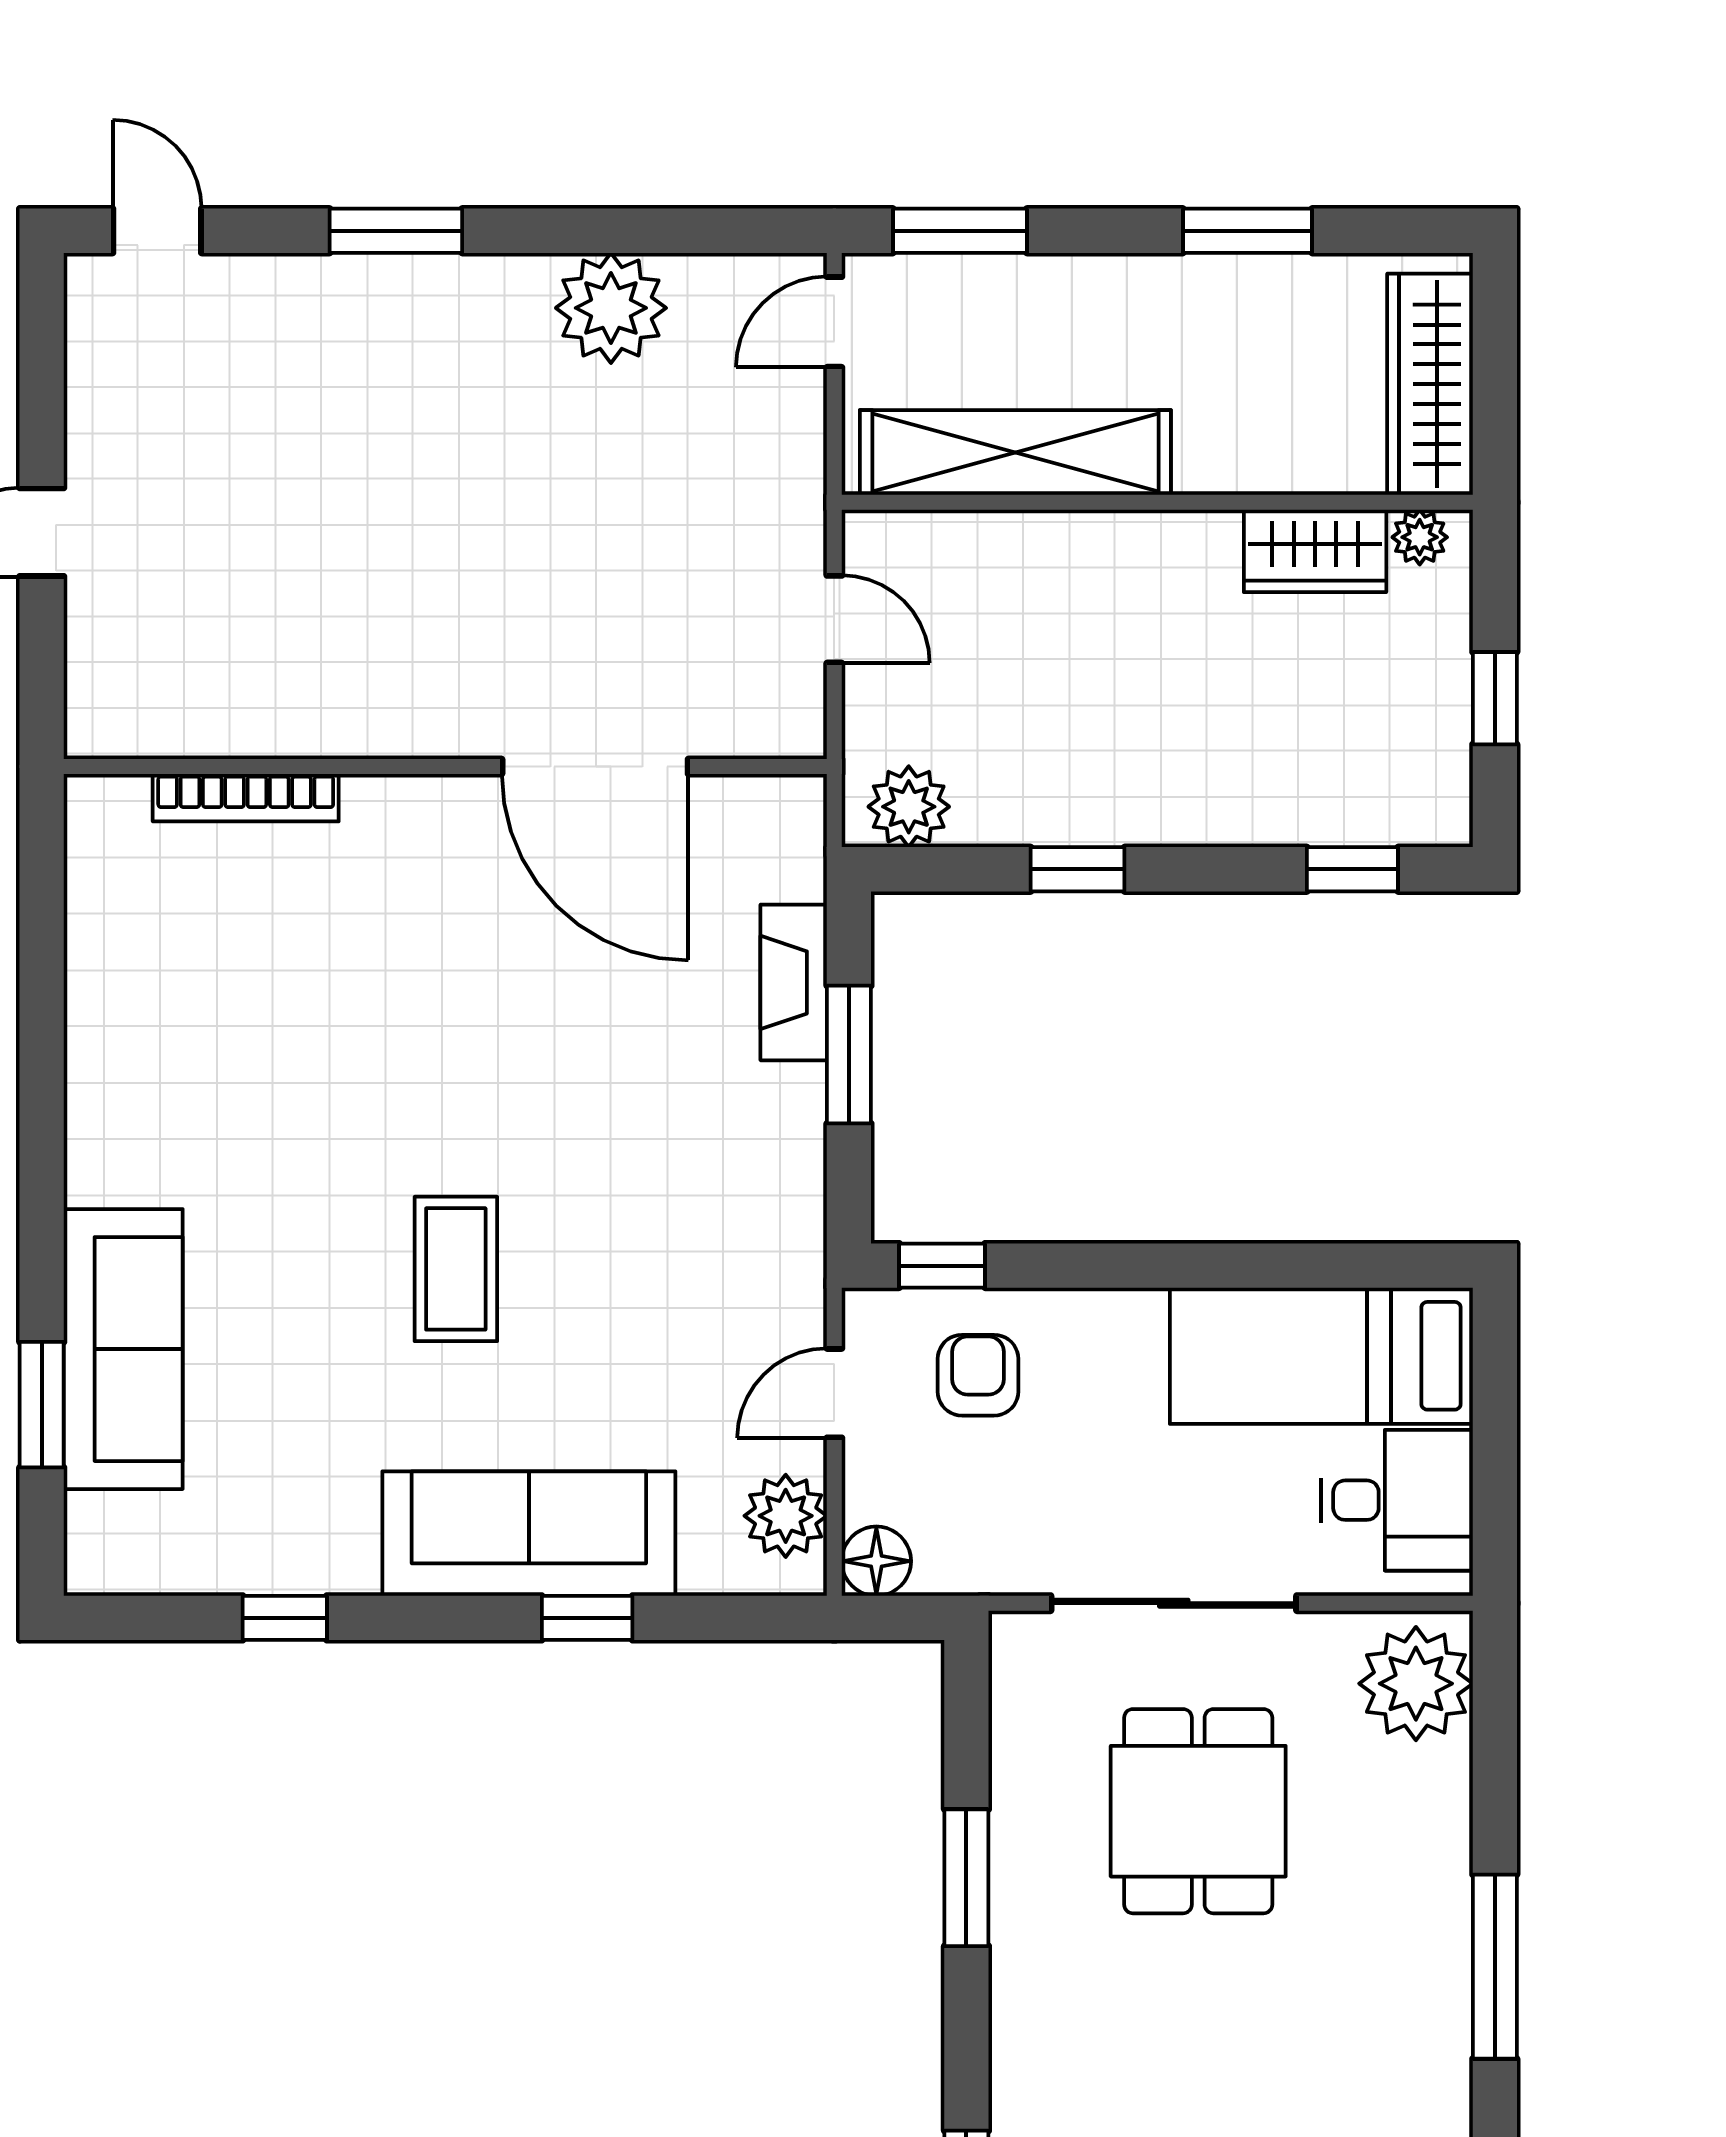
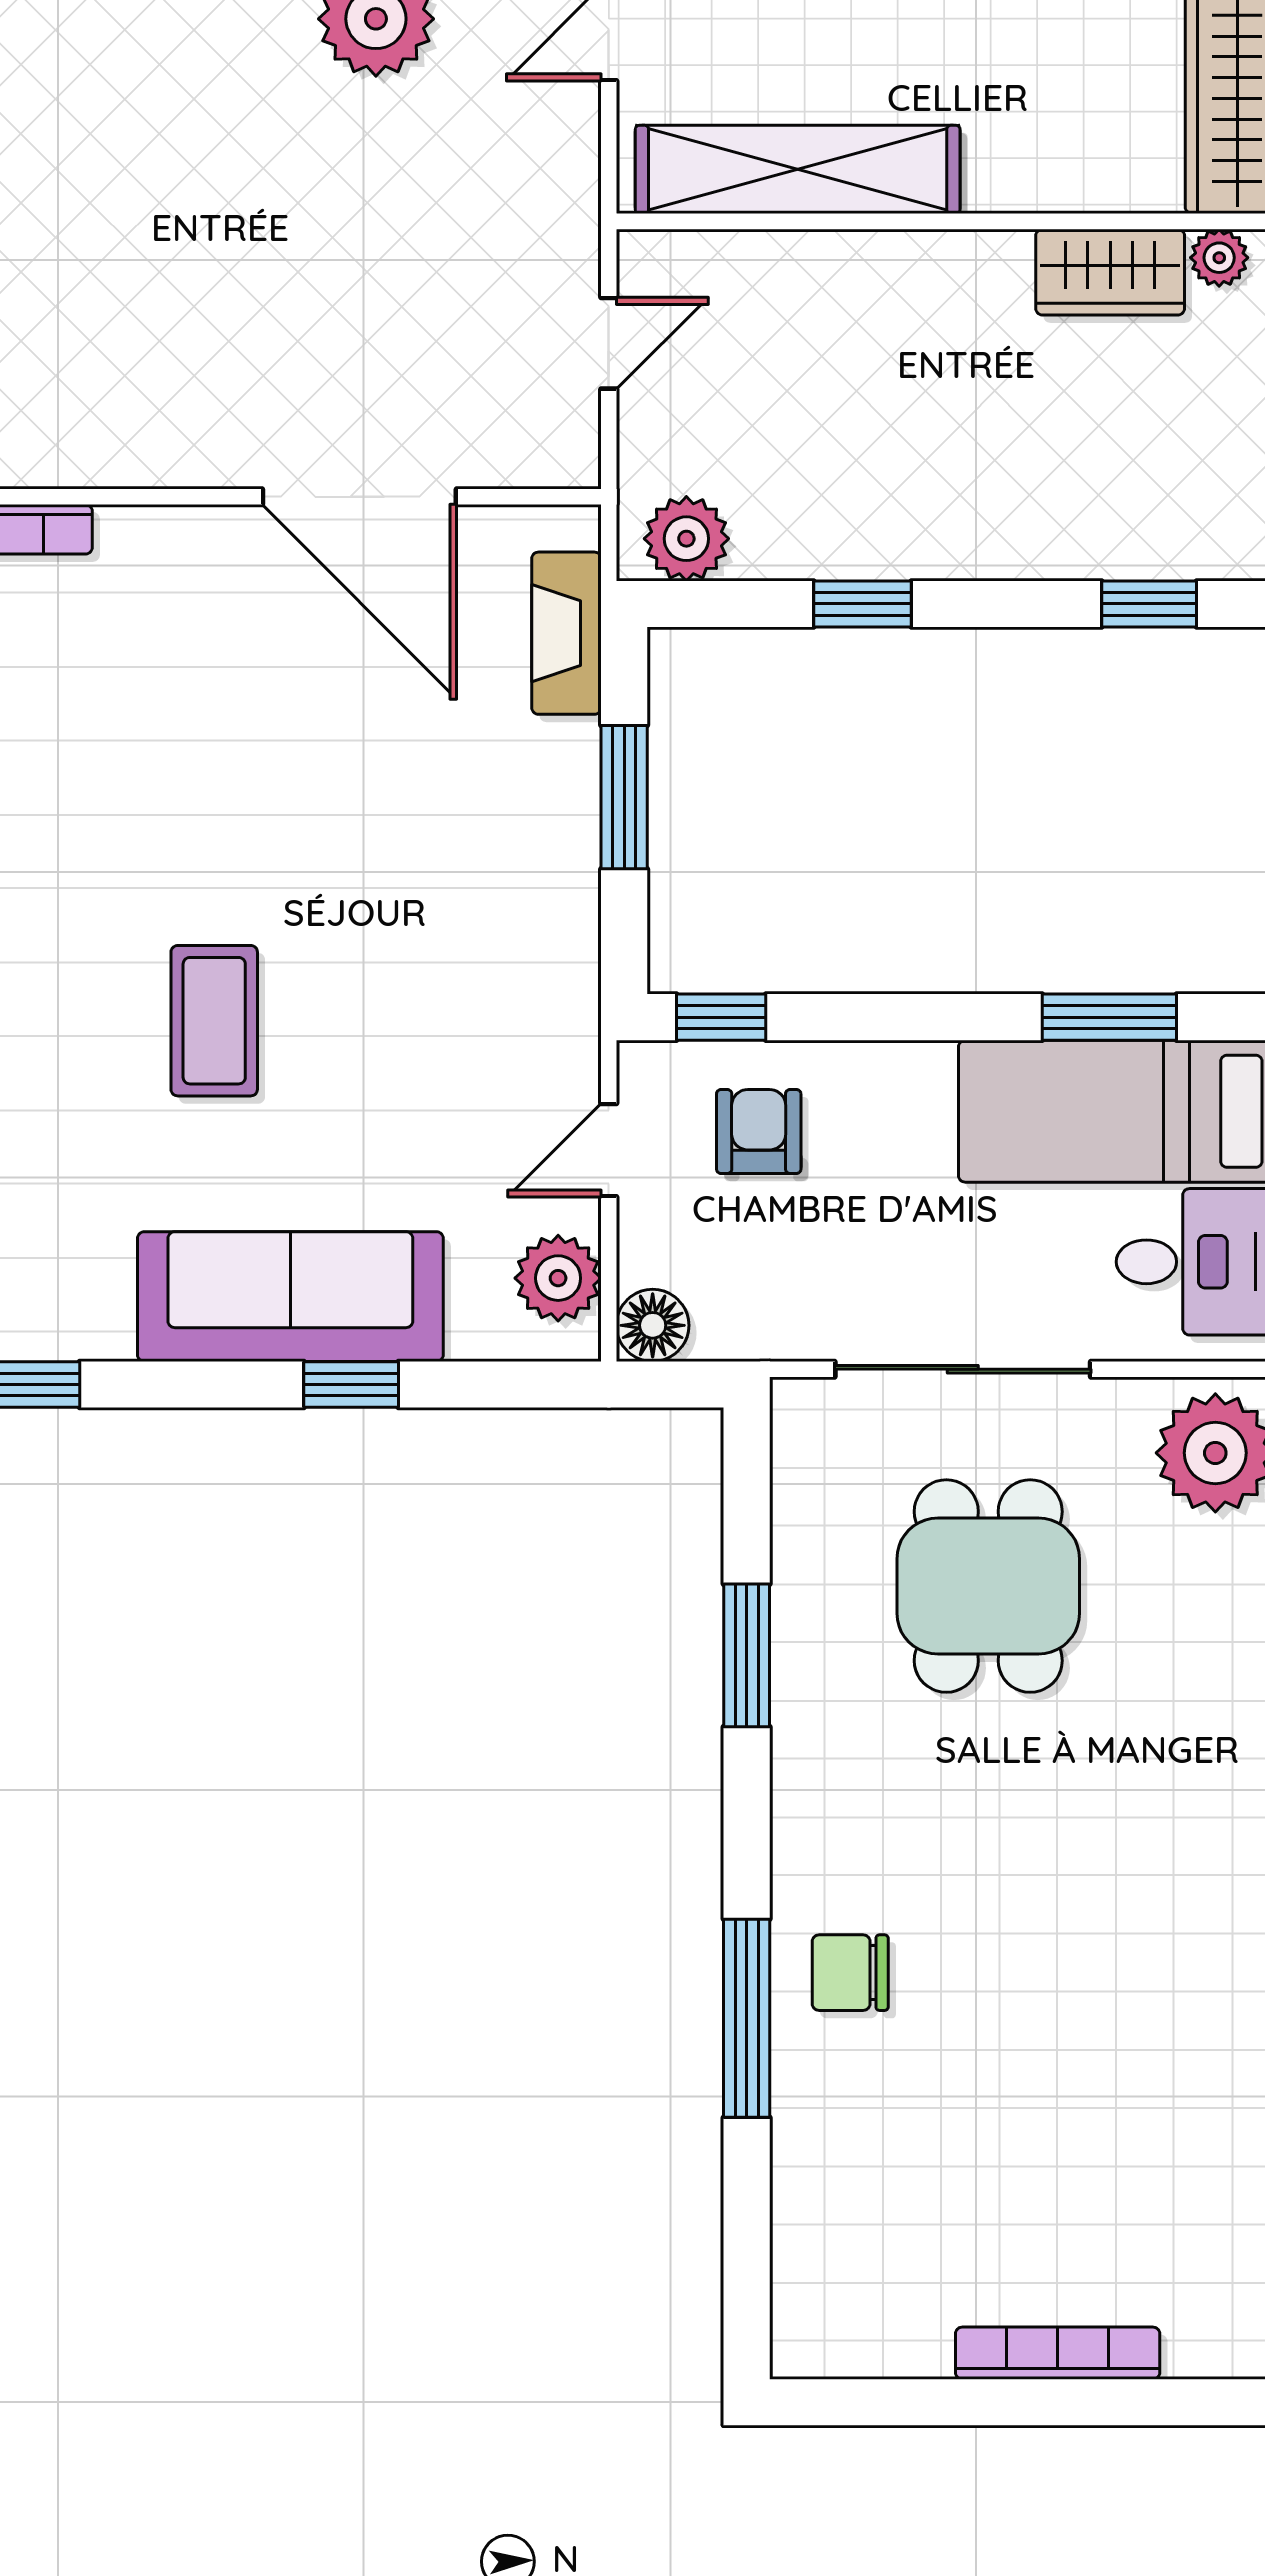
door: (834, 619) -> (609, 343), hinge flipped
fireplace: (794, 982) -> (566, 633), moved
window: (1314, 1266) -> (1109, 1017), added

